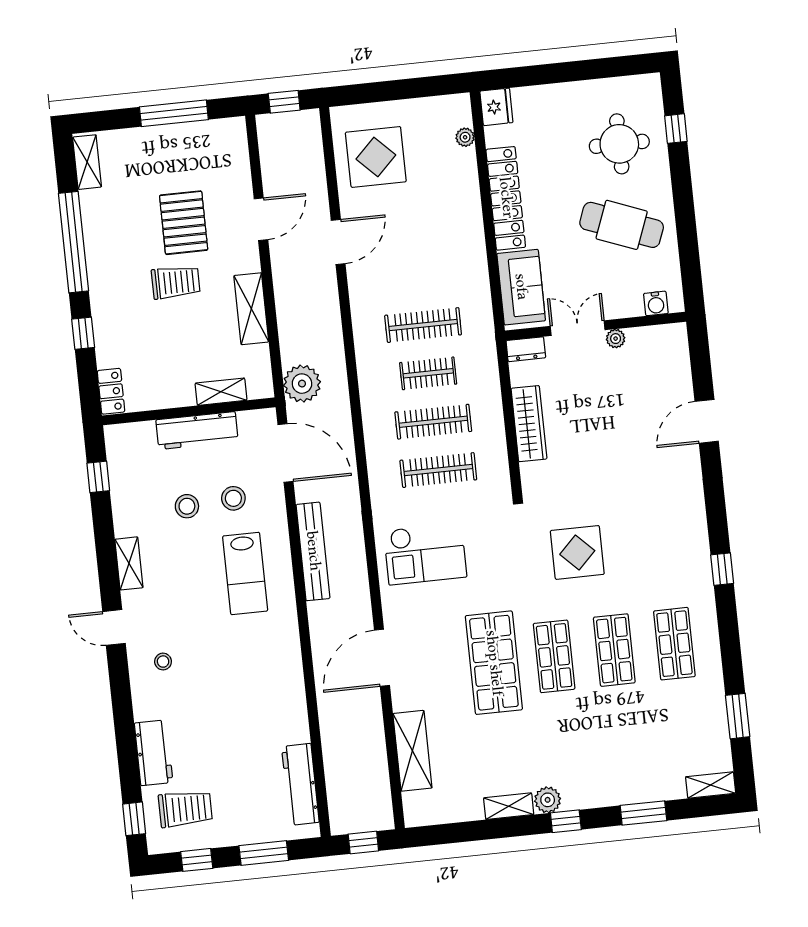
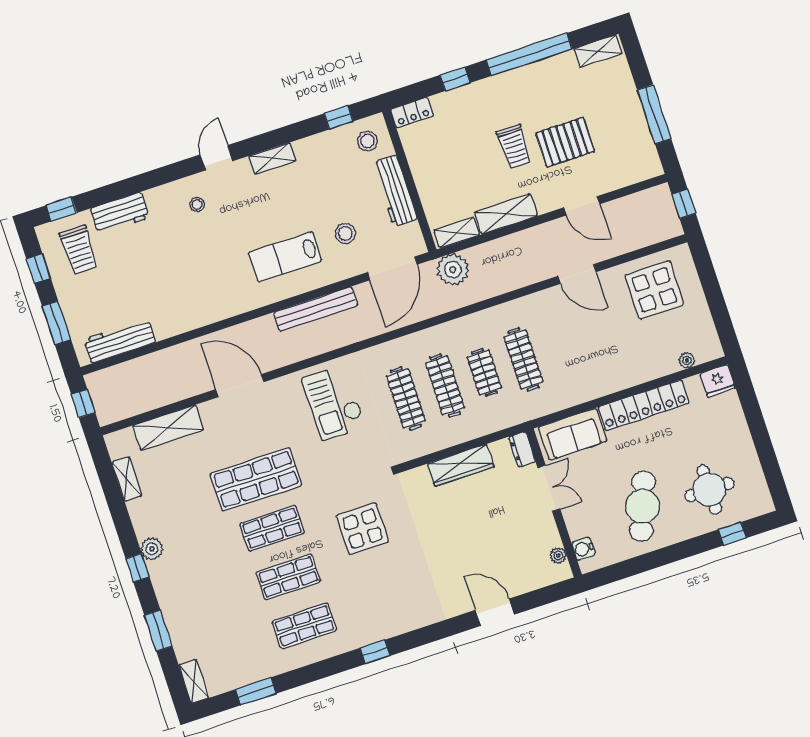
plant: (616, 339) -> (558, 555), moved
shelving: (221, 392) -> (457, 233), moved, turned 90
stool: (187, 506) -> (368, 141), moved
shelving: (509, 806) -> (127, 479), moved

